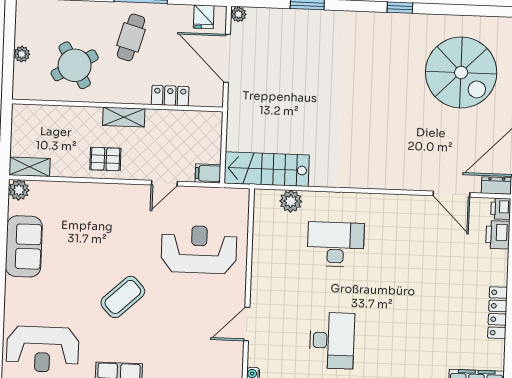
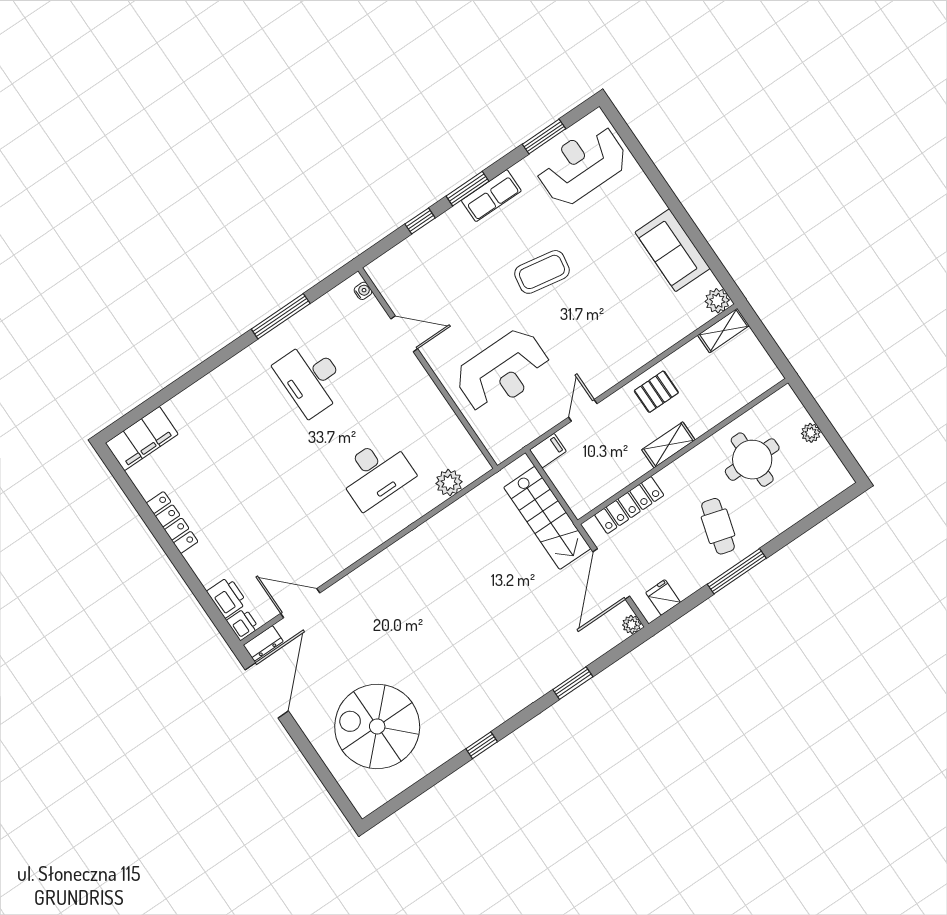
door: (227, 58) -> (611, 574), swing flipped
round table: (75, 65) -> (752, 460), turned 30
locker: (170, 96) -> (629, 505), width x1.53
stairs: (267, 169) -> (547, 518), moved, turned 90
coffee table: (123, 297) -> (542, 272), turned 53
door: (247, 324) -> (404, 334), hinge flipped

